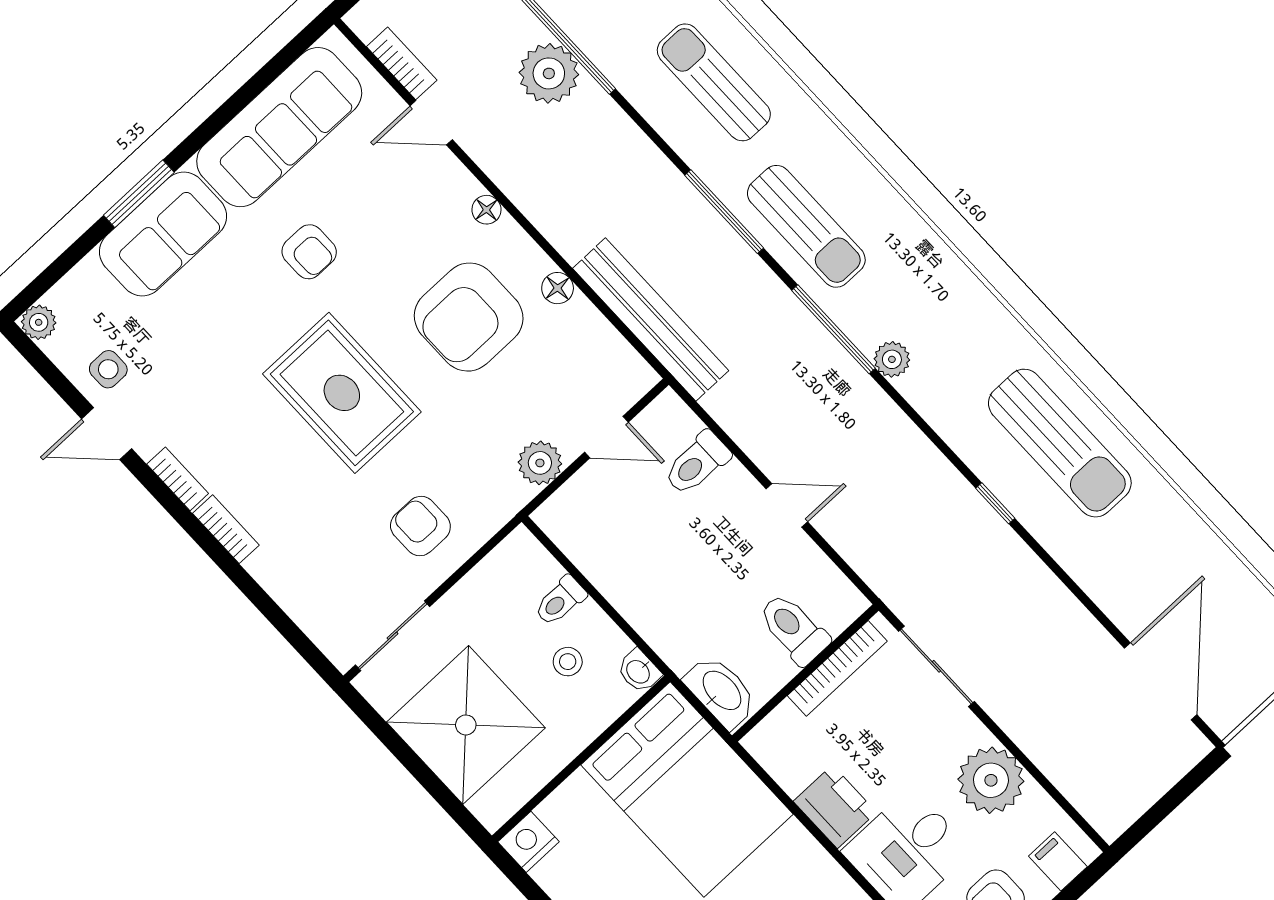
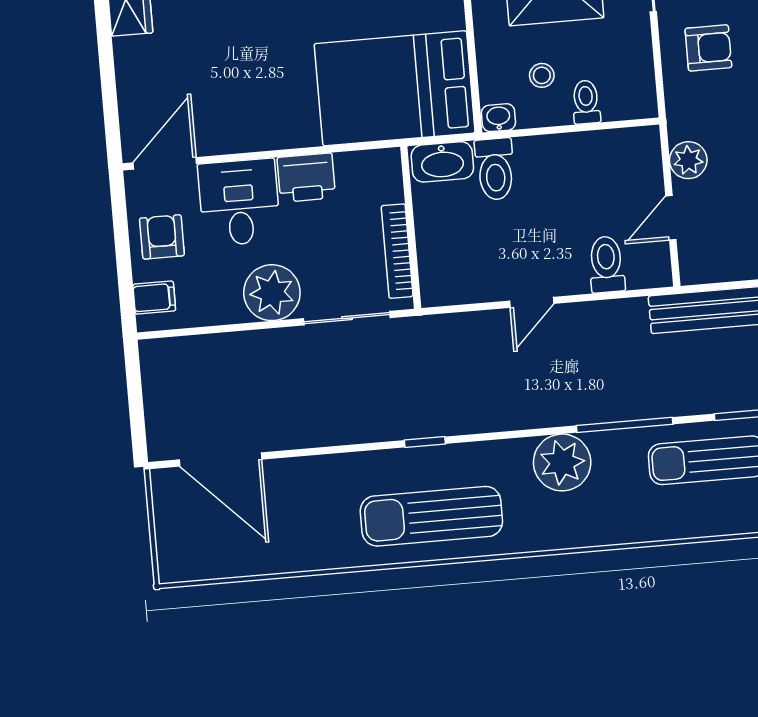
plant: (892, 359) -> (562, 462), width x1.88, depth x1.88
toilet: (794, 629) -> (495, 169), moved, turned 90
plant: (991, 780) -> (272, 293), moved

